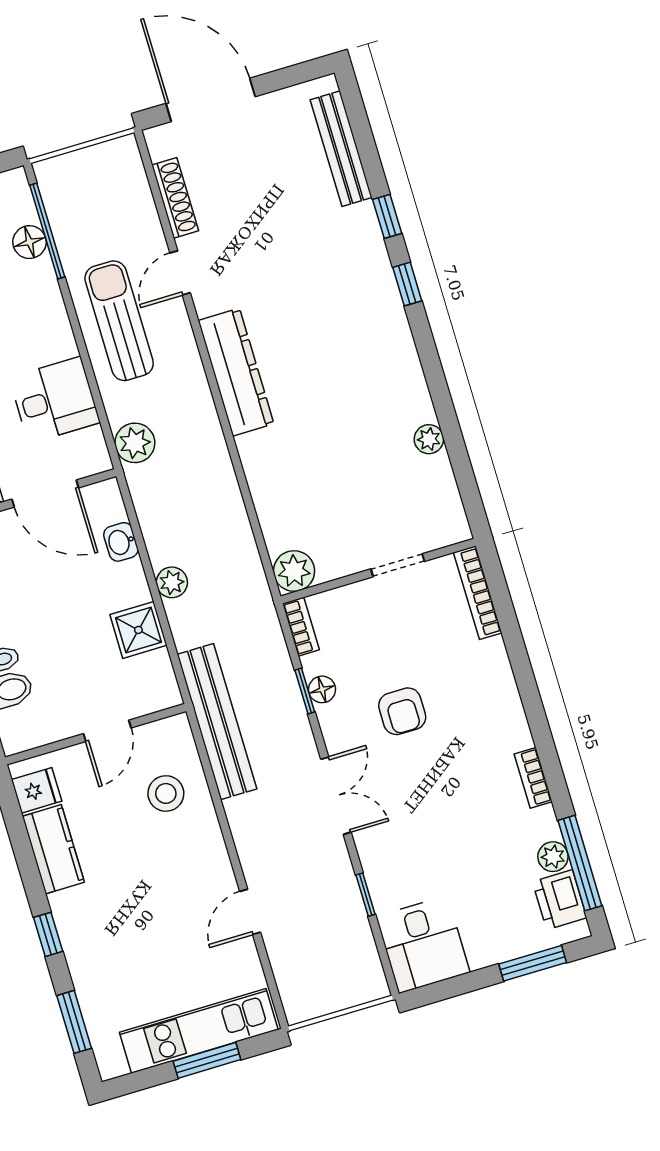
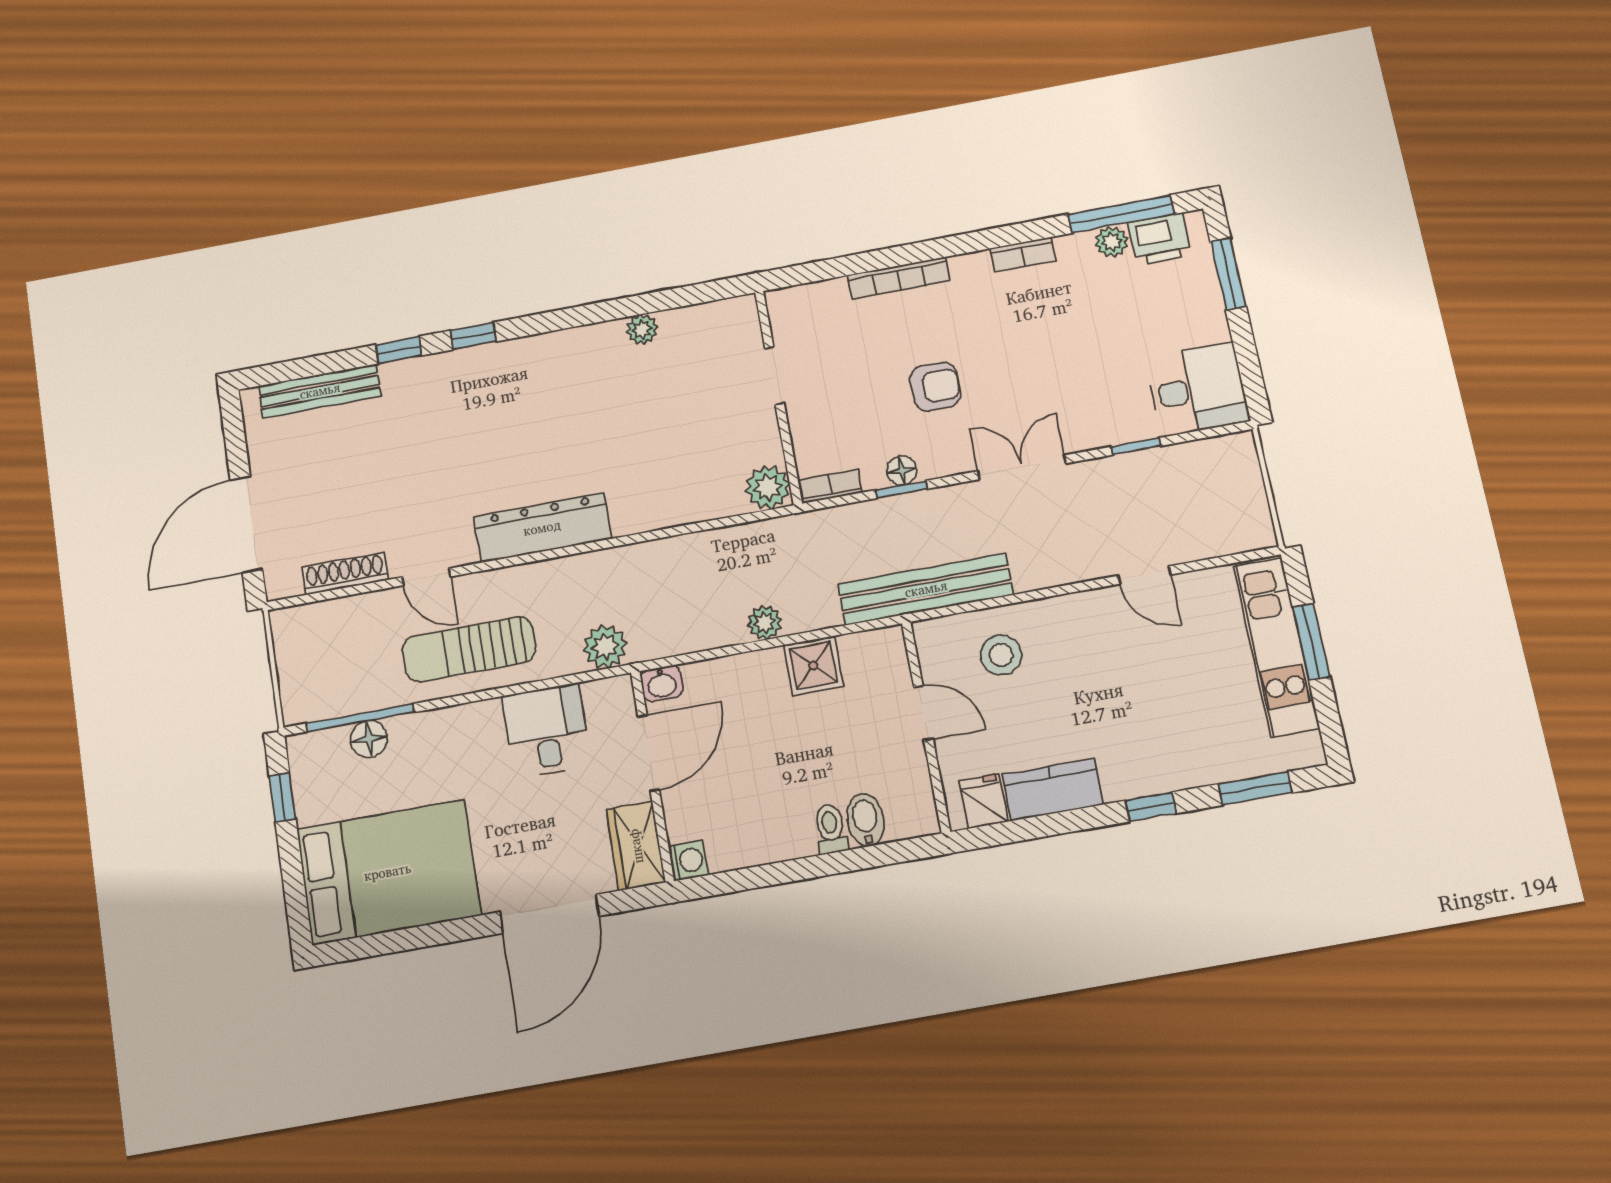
washbasin: (121, 542) -> (662, 684), moved
bookcase: (478, 593) -> (899, 278), moved

